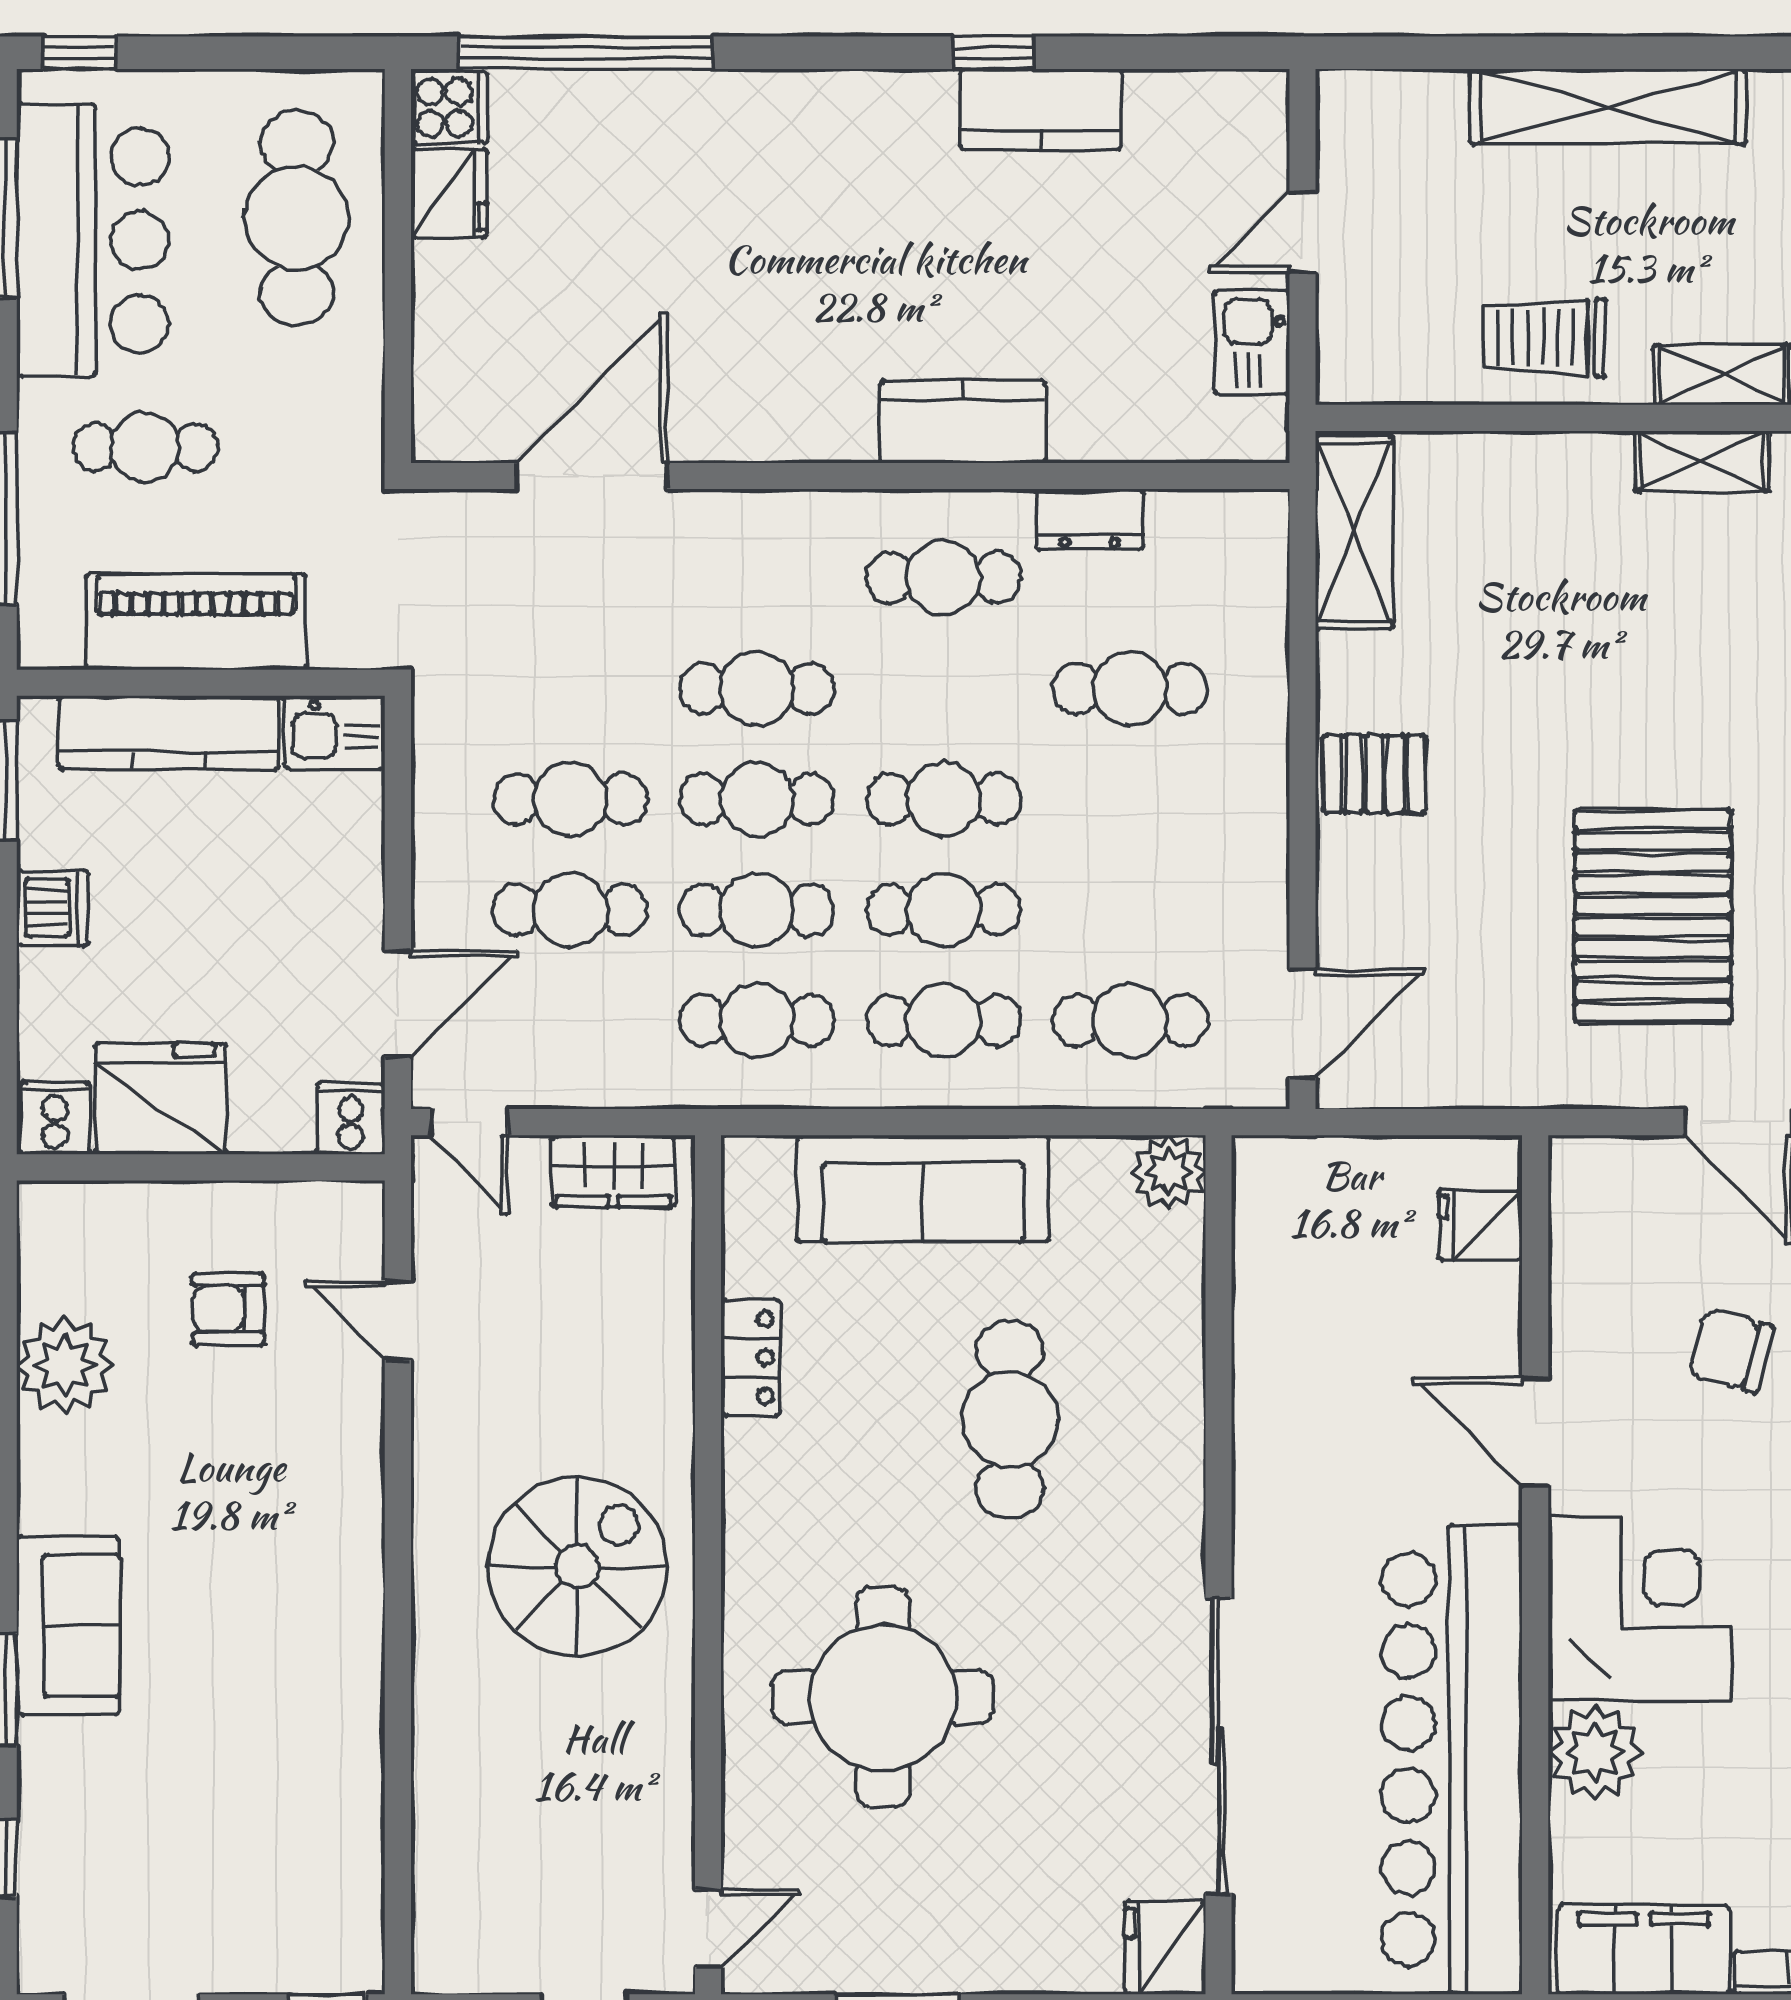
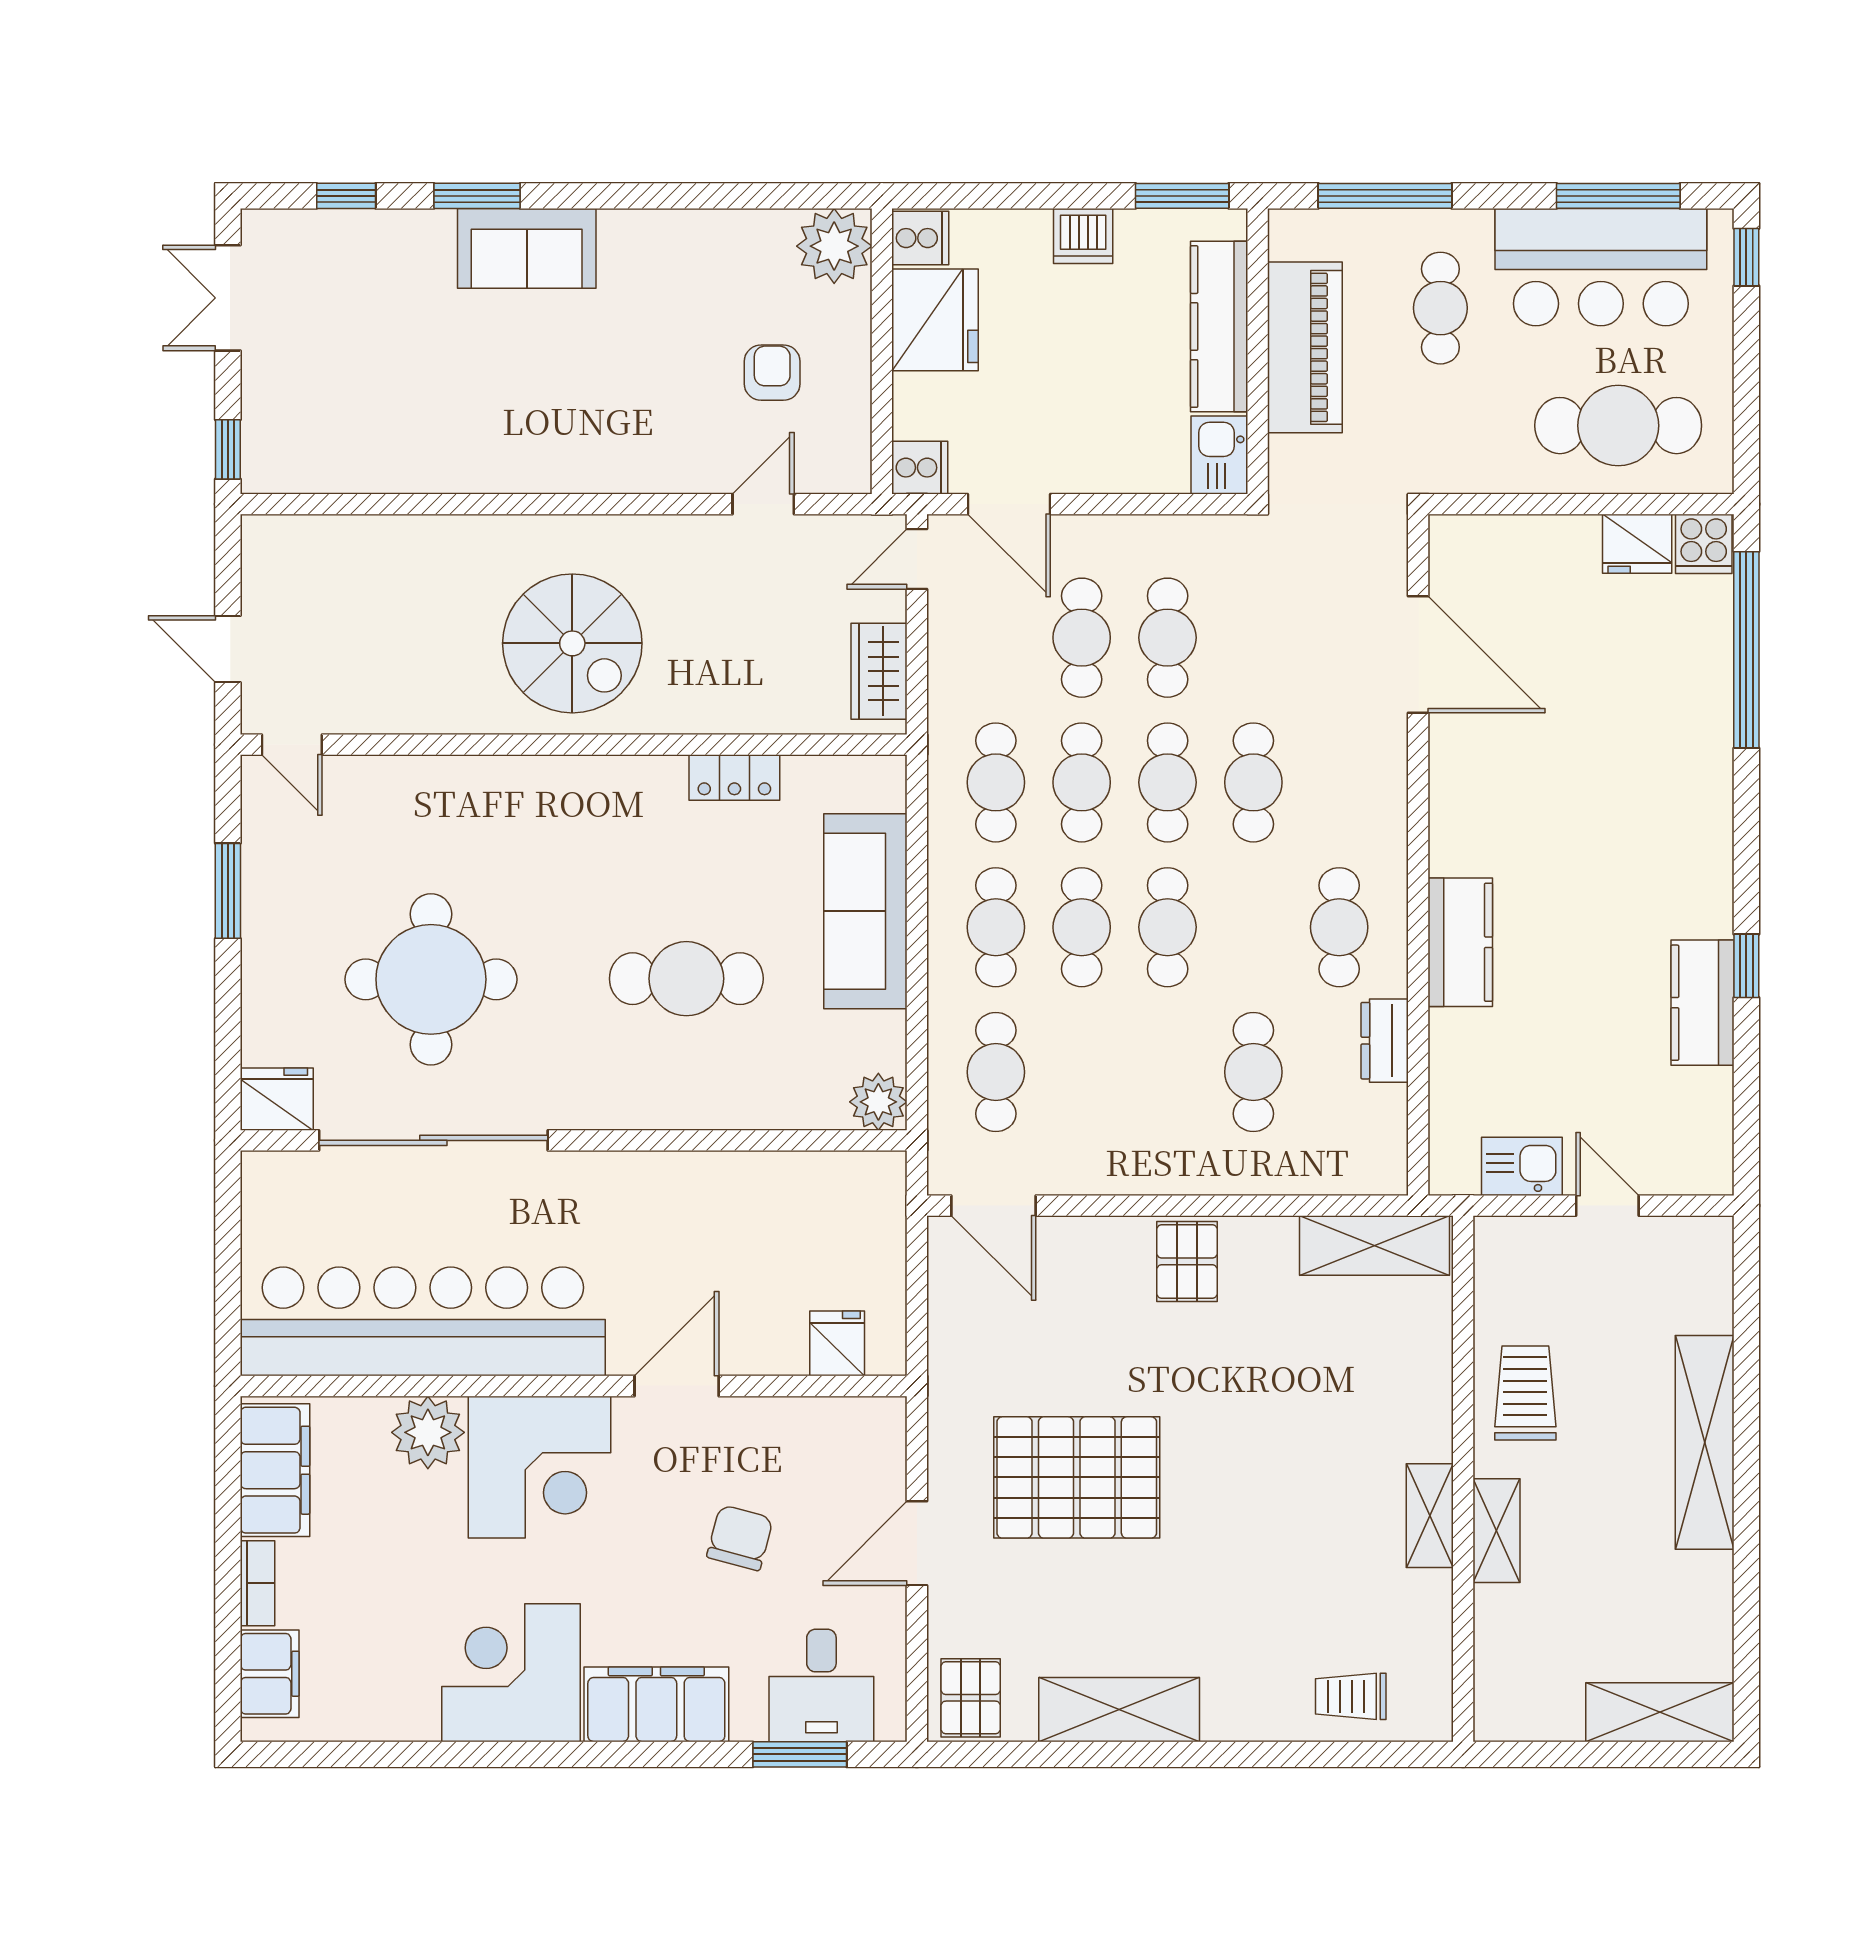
plant: (65, 1365) -> (834, 246), moved
round table: (883, 1697) -> (431, 979), moved

